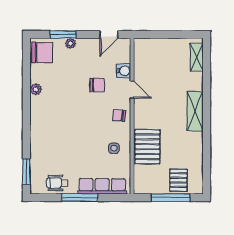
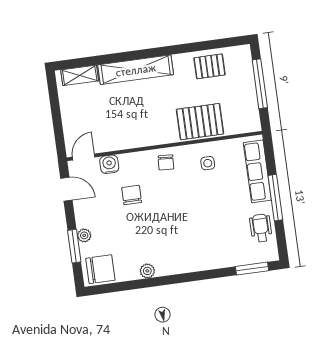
chair: (42, 53) -> (100, 269), turned 90
door: (132, 90) -> (84, 157), moved
shelving: (195, 111) -> (136, 70), width x1.47
pallet: (178, 180) -> (209, 66), moved
wheelchair: (57, 183) -> (261, 228), turned 180

